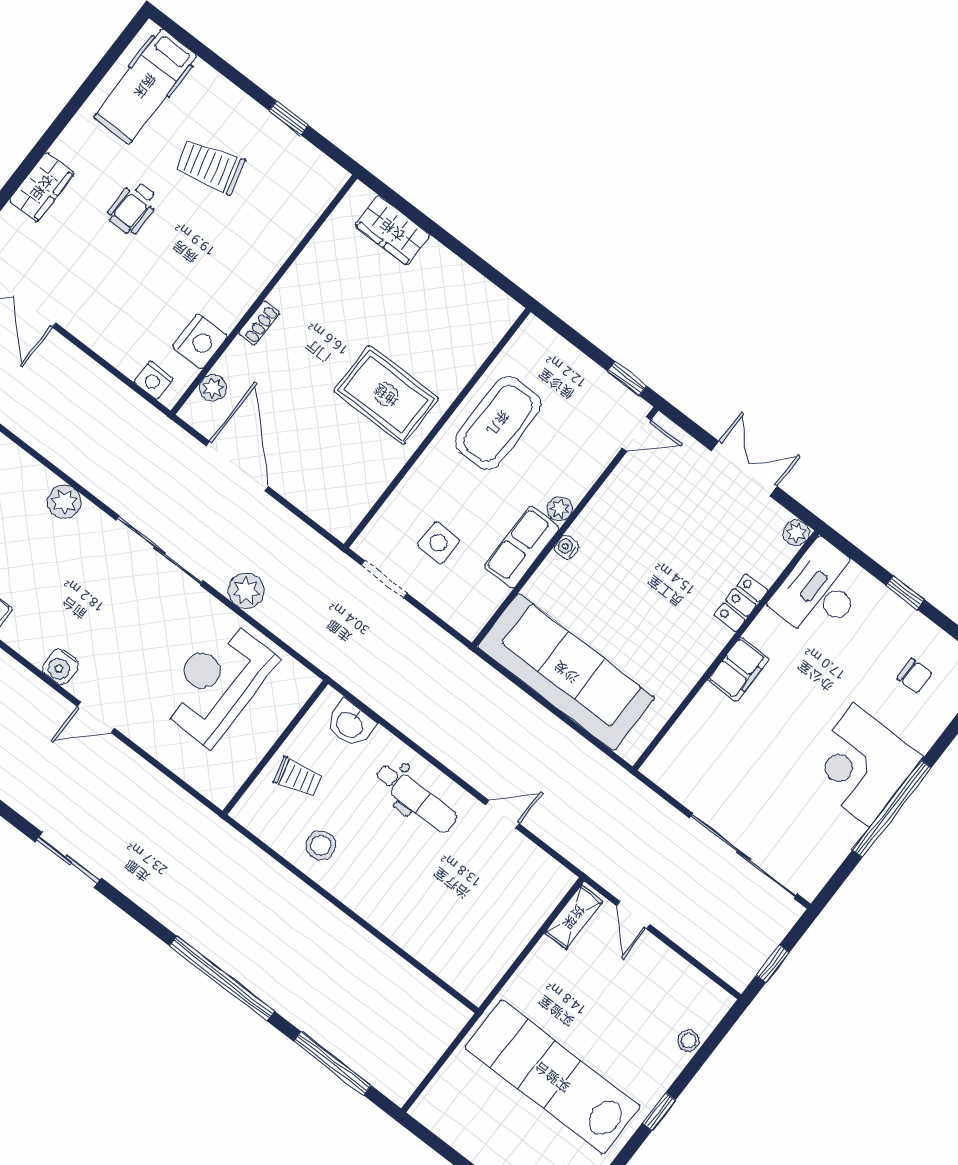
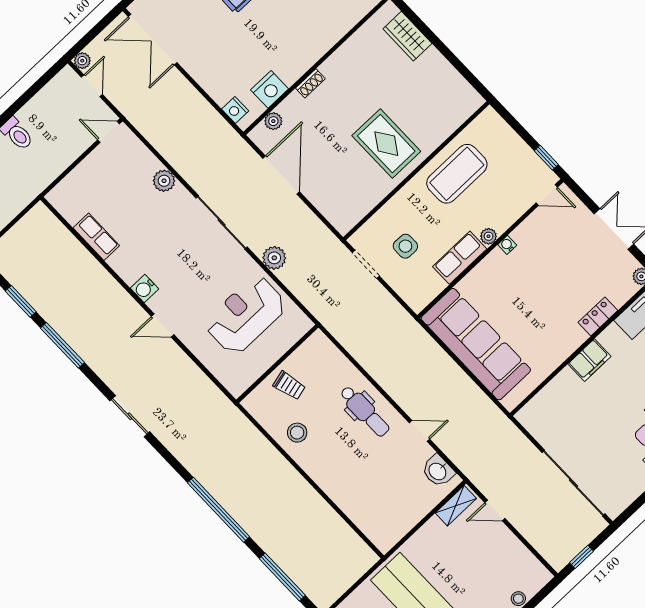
water cooler: (567, 547) -> (507, 245), moved
washbasin: (350, 724) -> (438, 471), moved
door: (633, 915) -> (495, 510), hinge flipped

